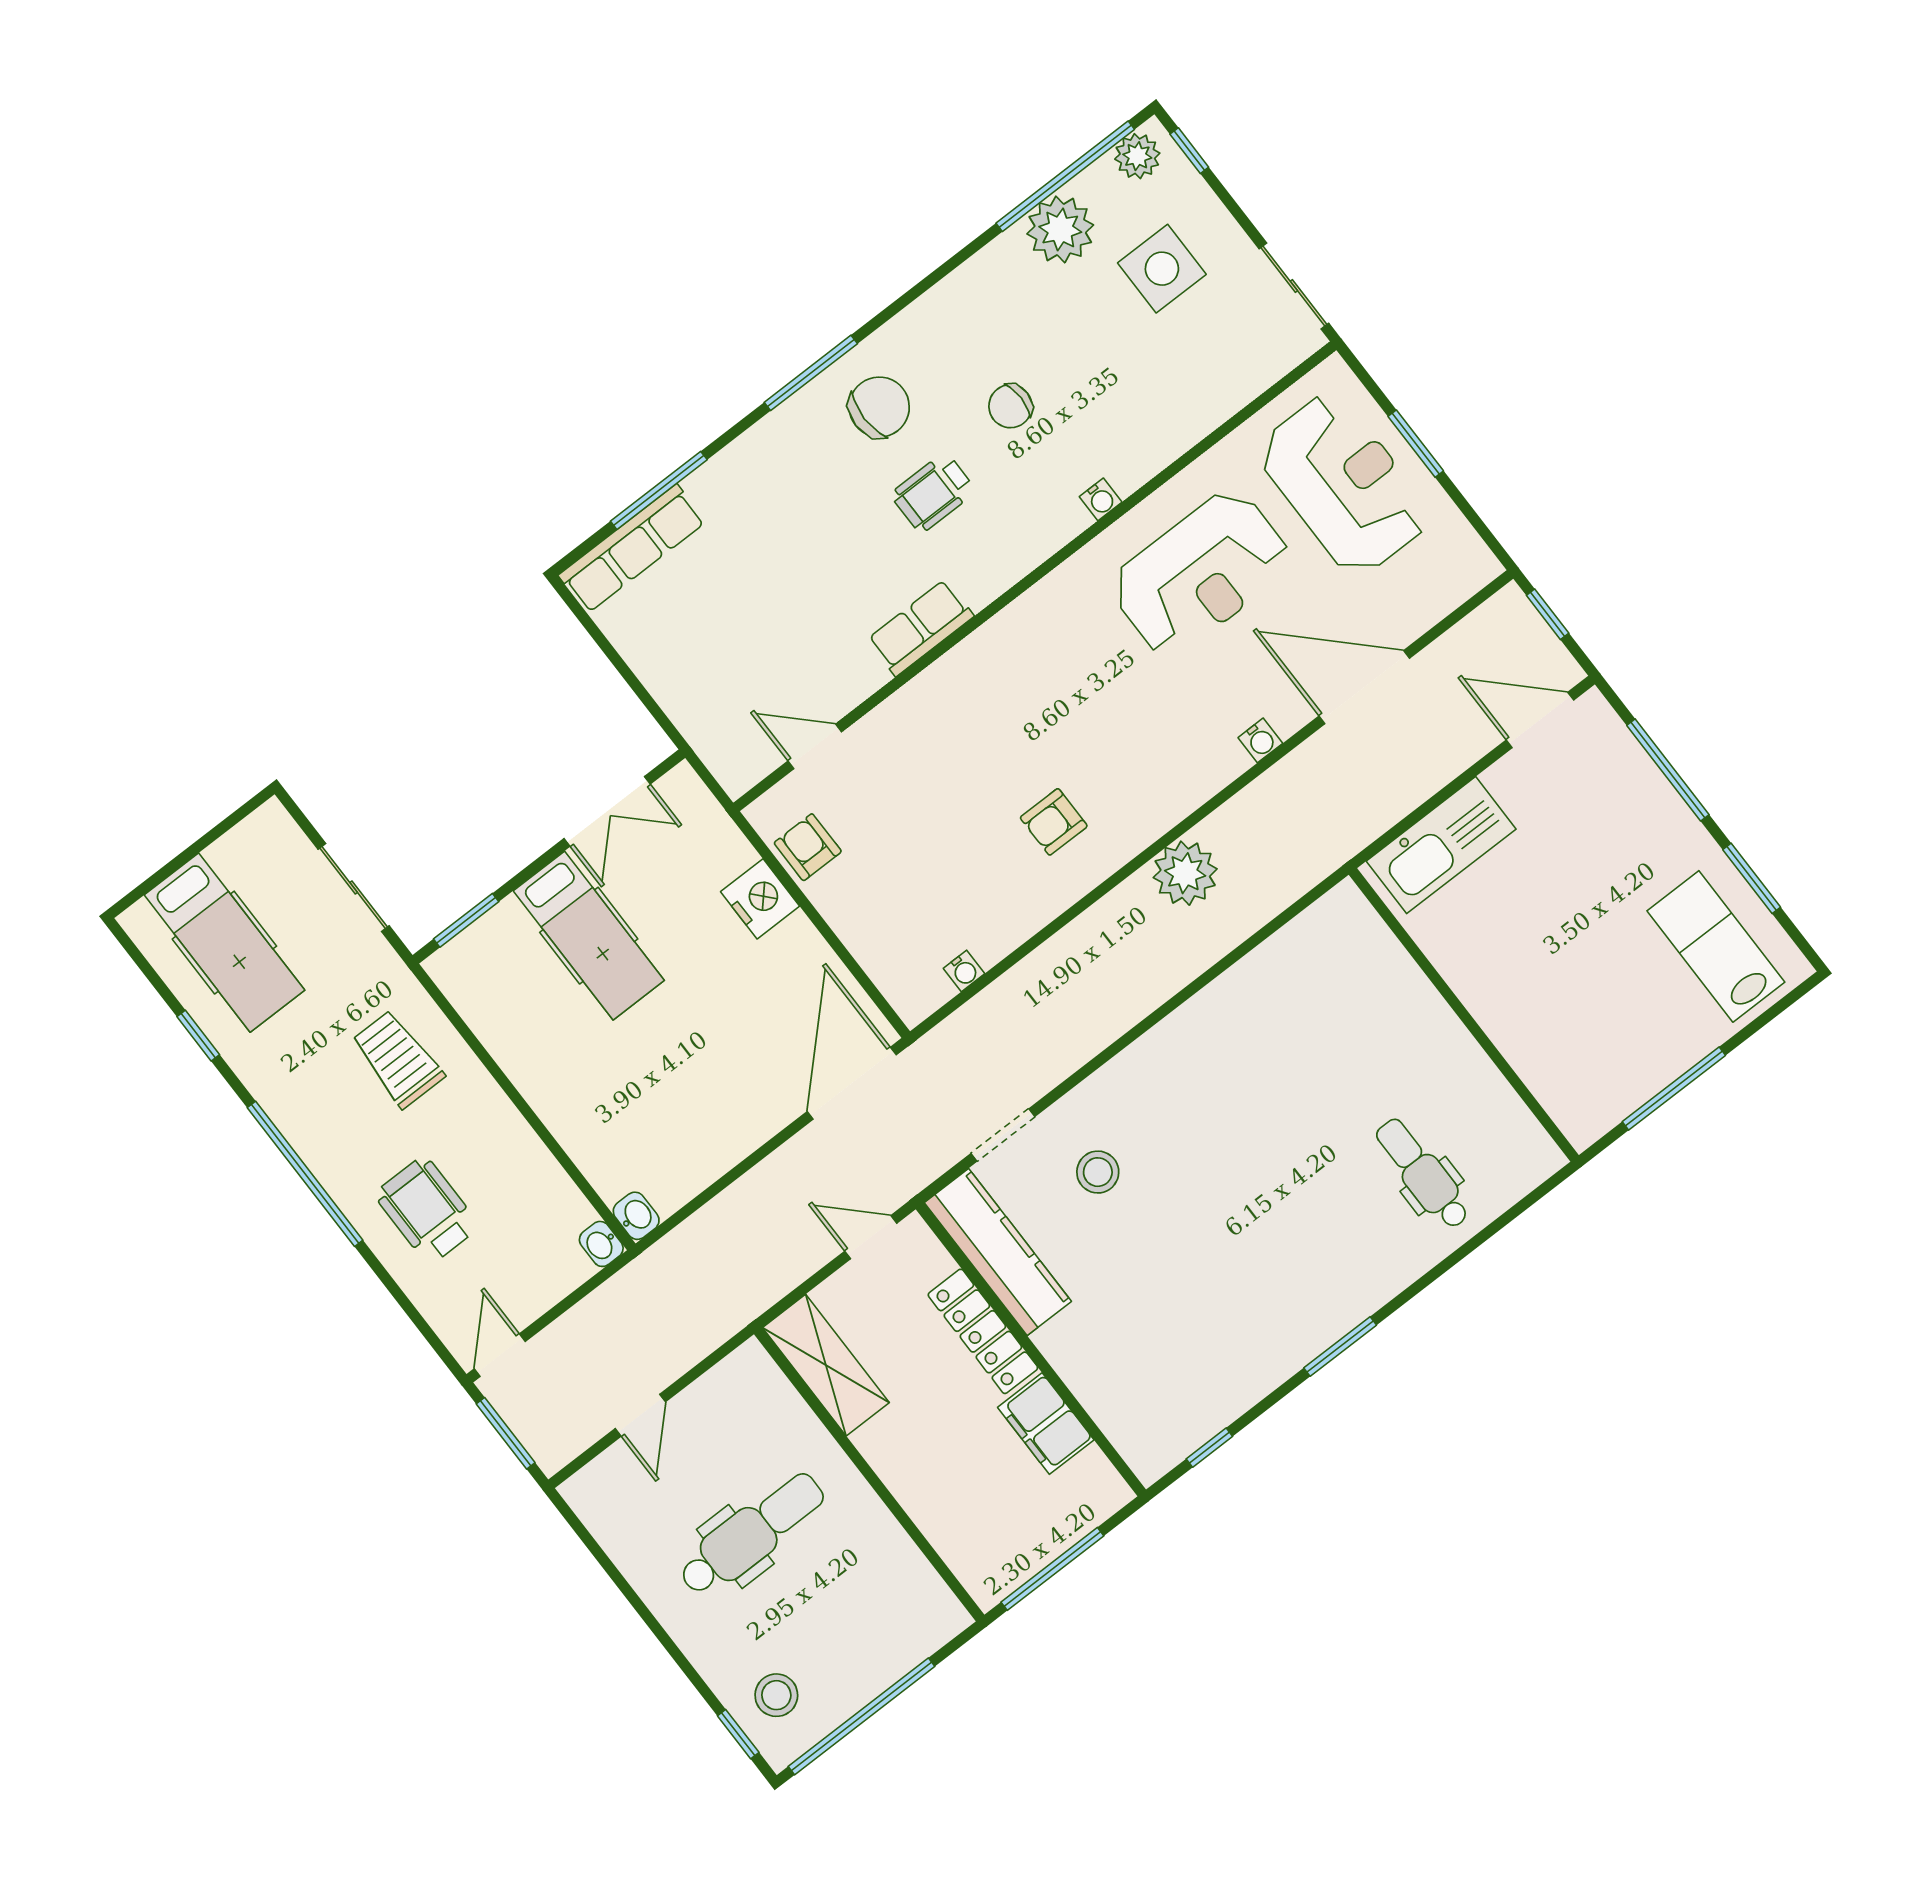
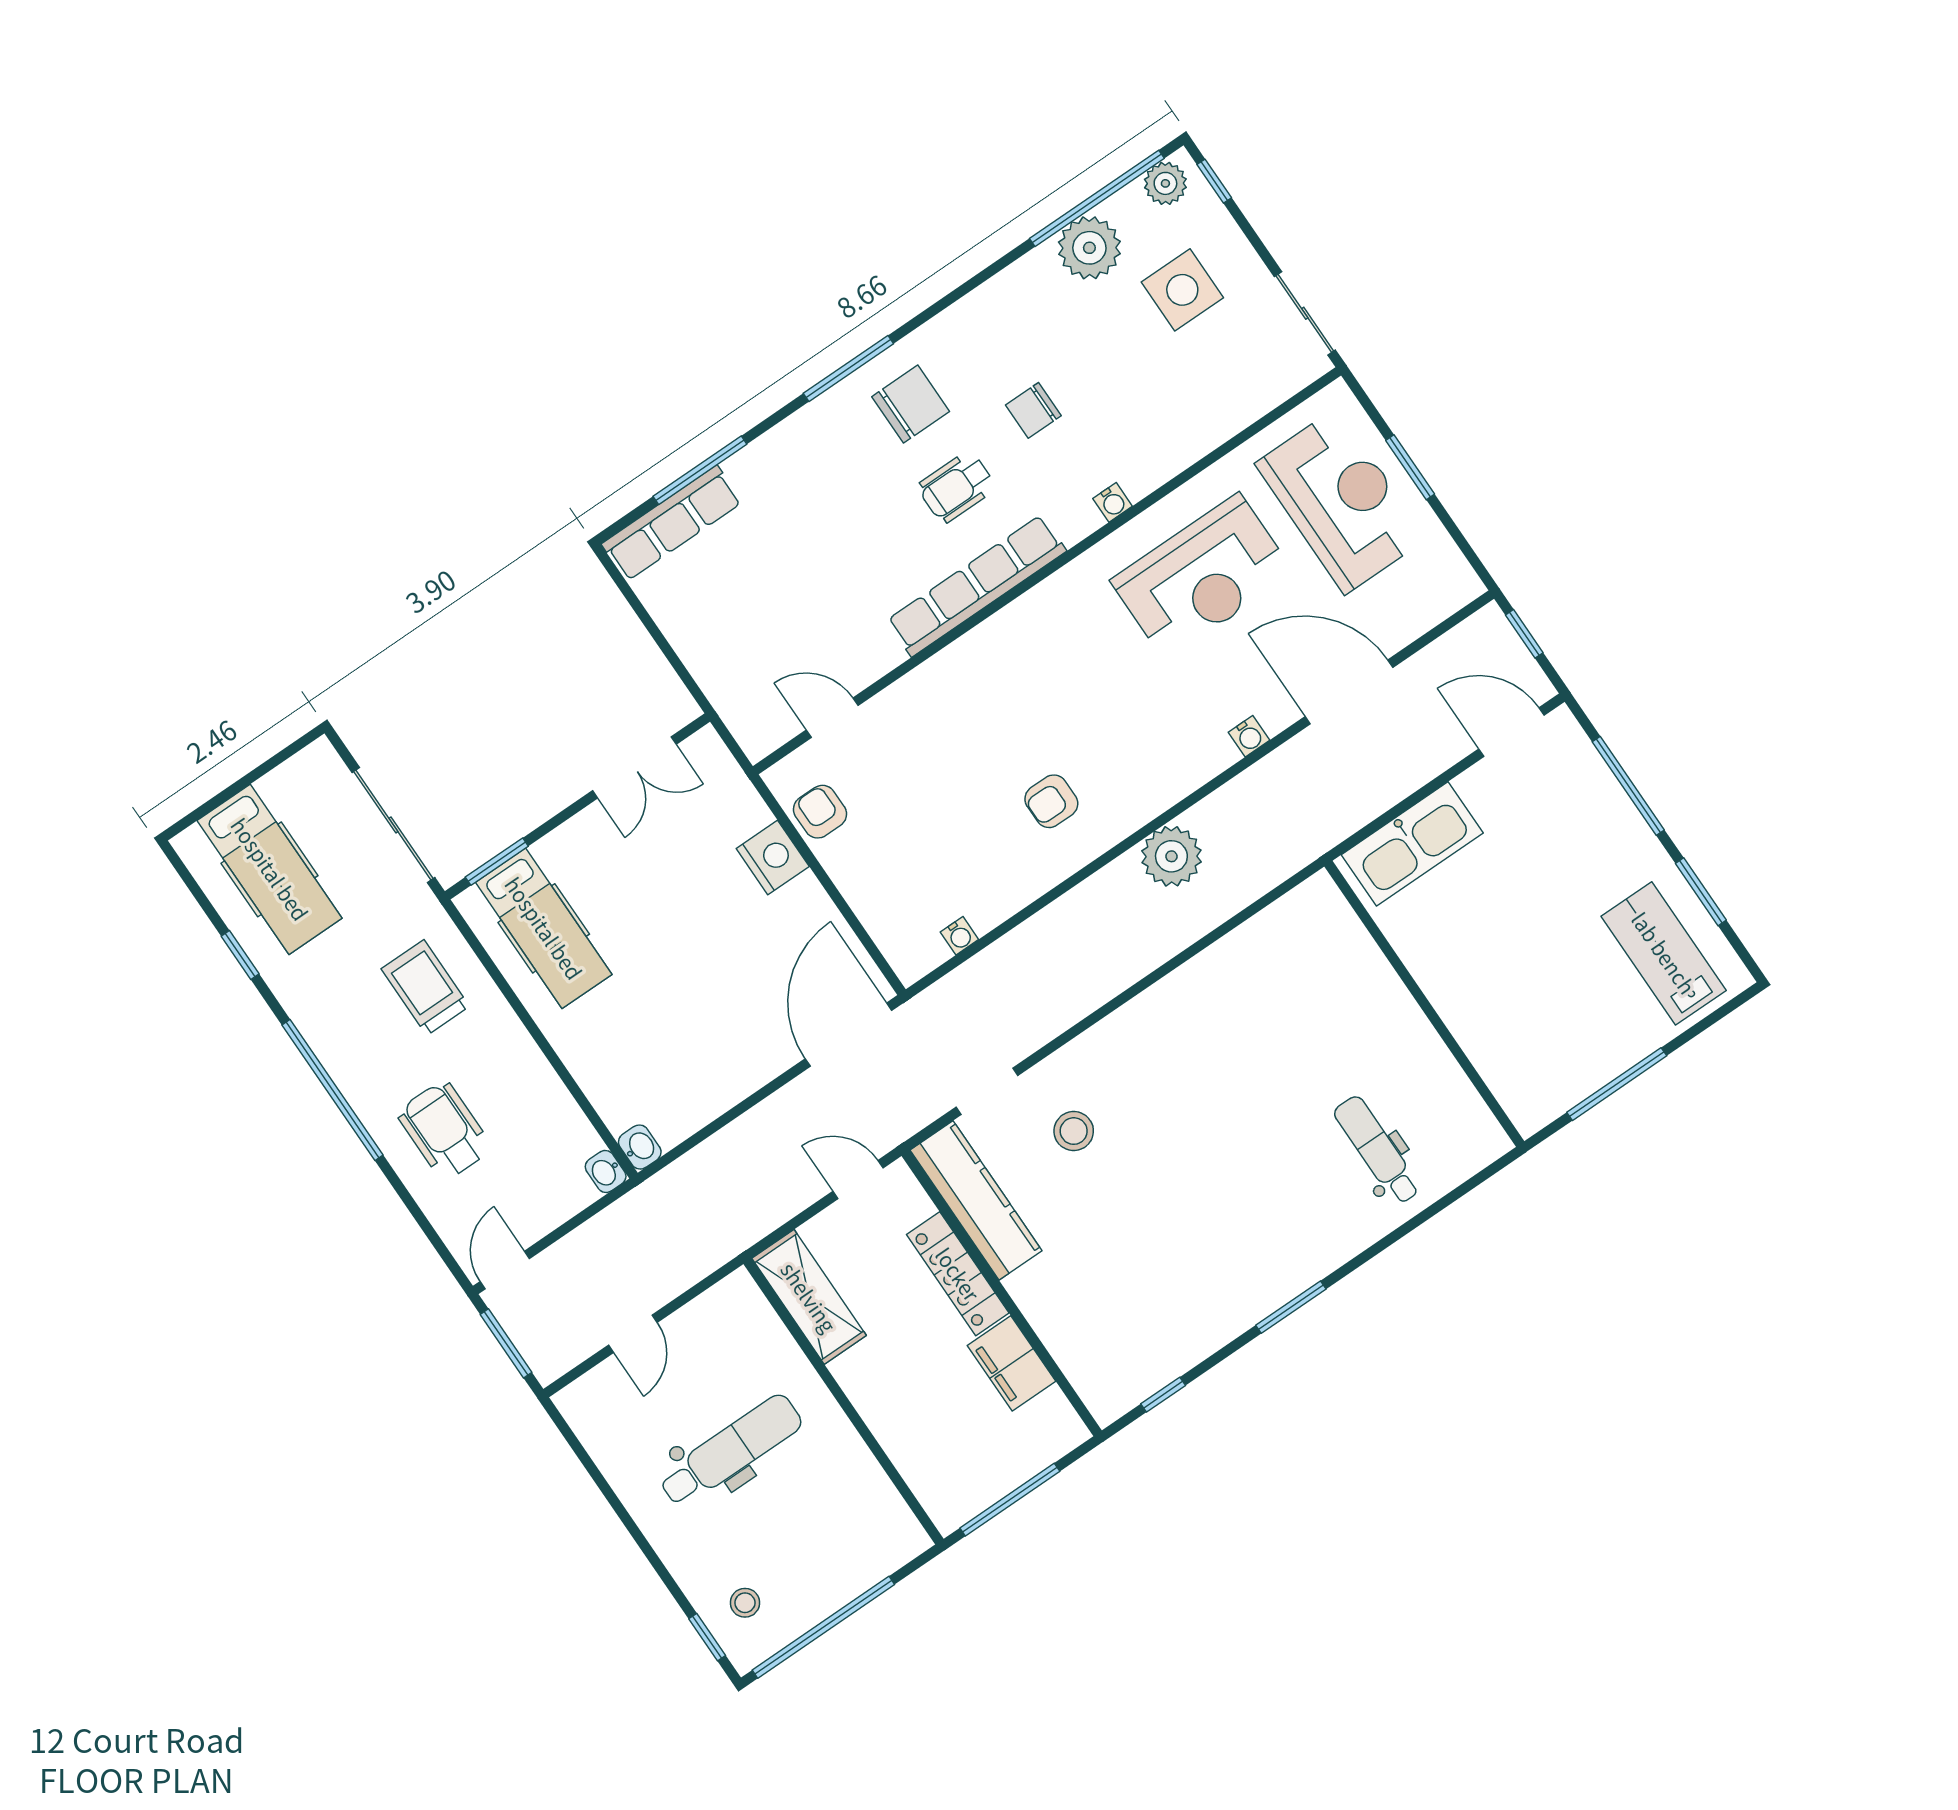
row of seats: (921, 628) -> (977, 586), width x2.02
sliding door: (354, 888) -> (393, 825), width x1.37
hospital bed: (589, 936) -> (544, 928), moved
stool: (776, 1695) -> (745, 1603), width x0.73, depth x0.73

